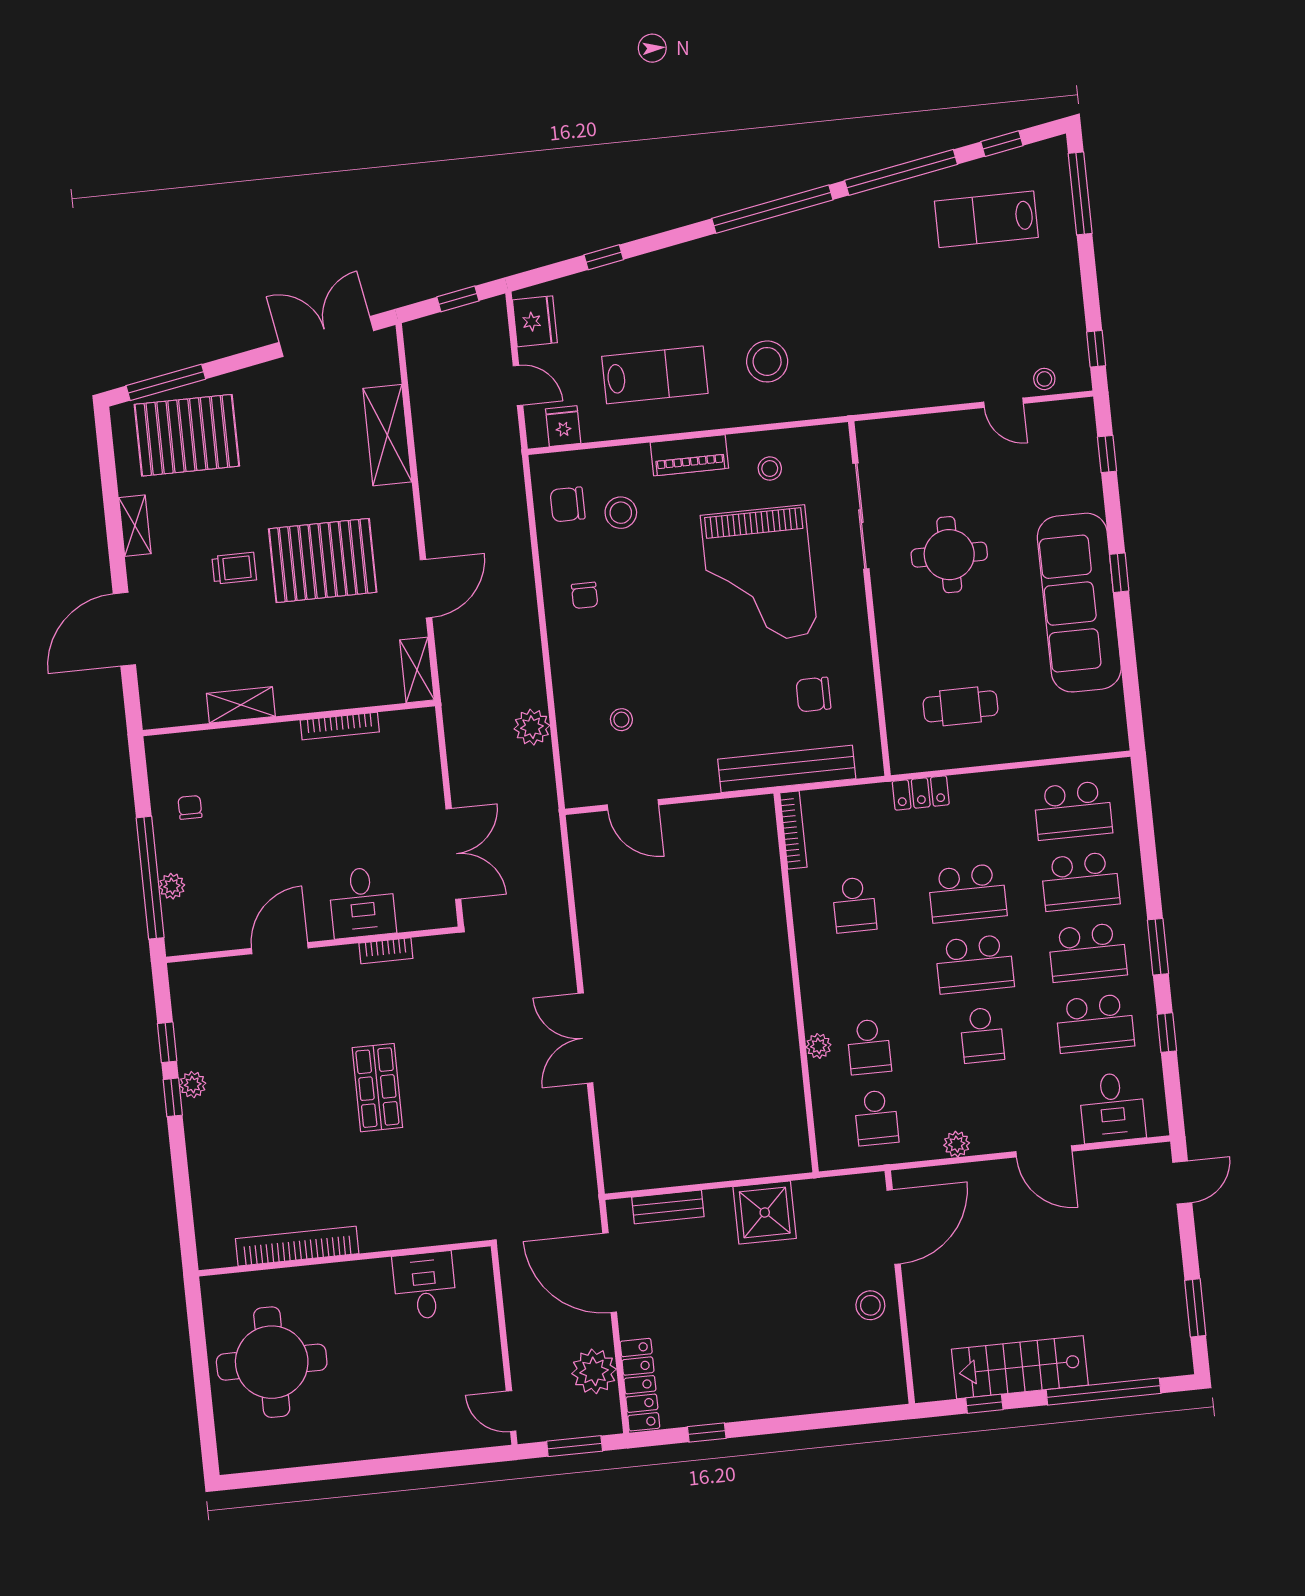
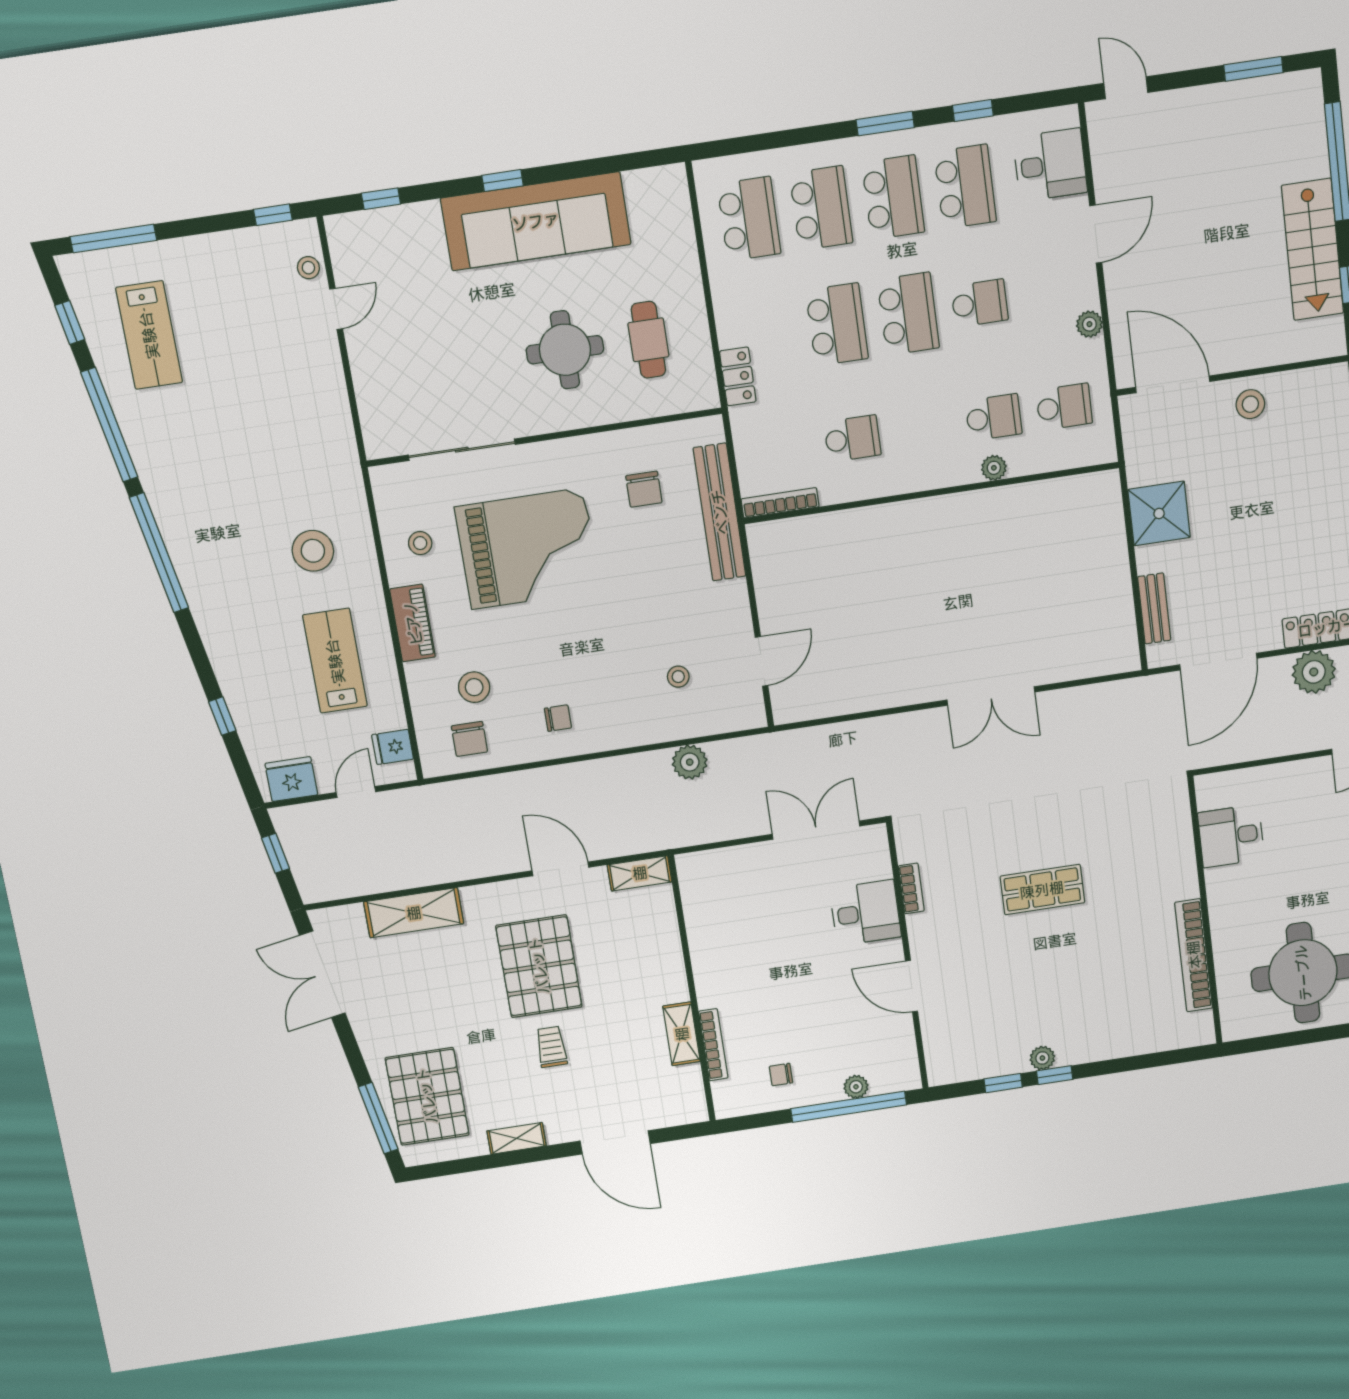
round table: (949, 555) -> (565, 350), moved
bookcase: (340, 726) -> (713, 1045), moved

